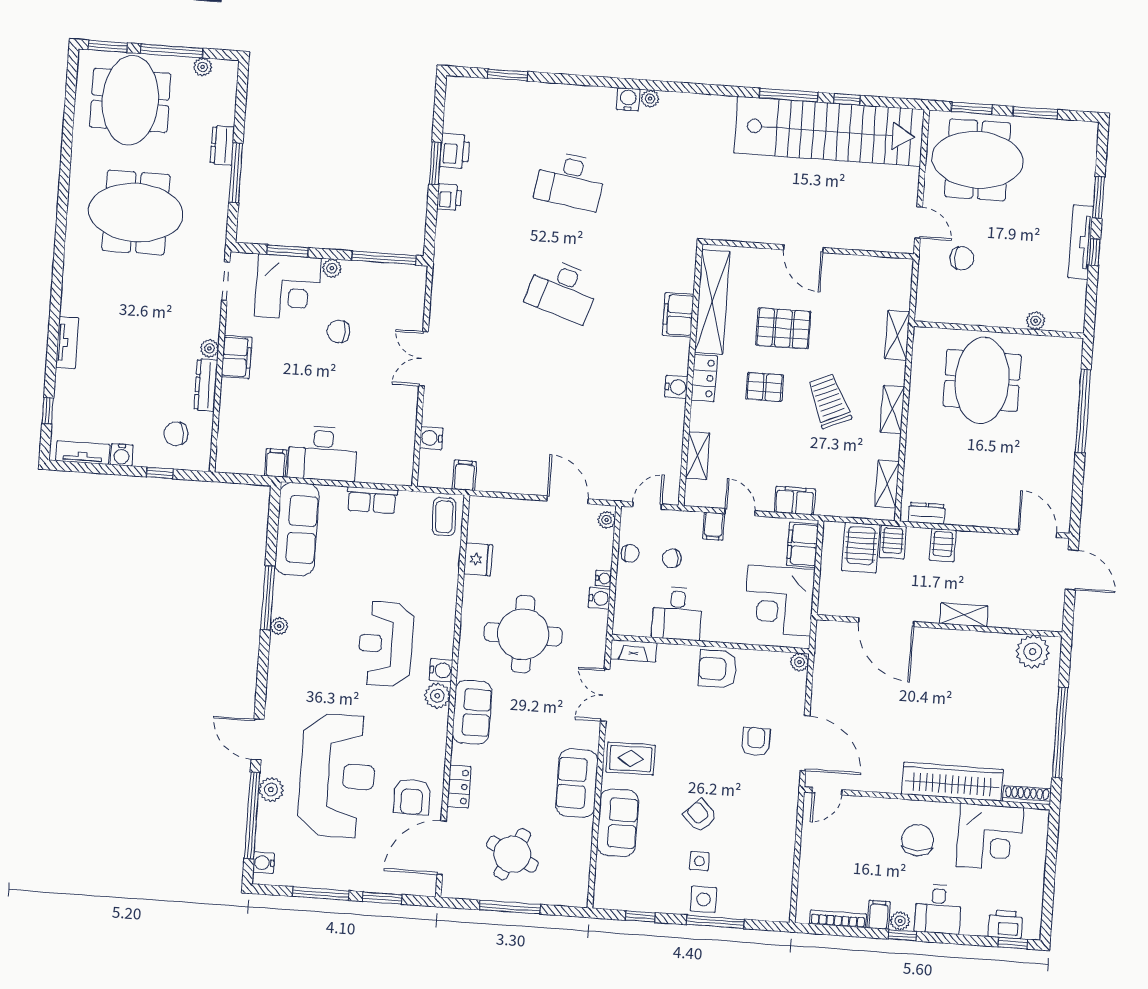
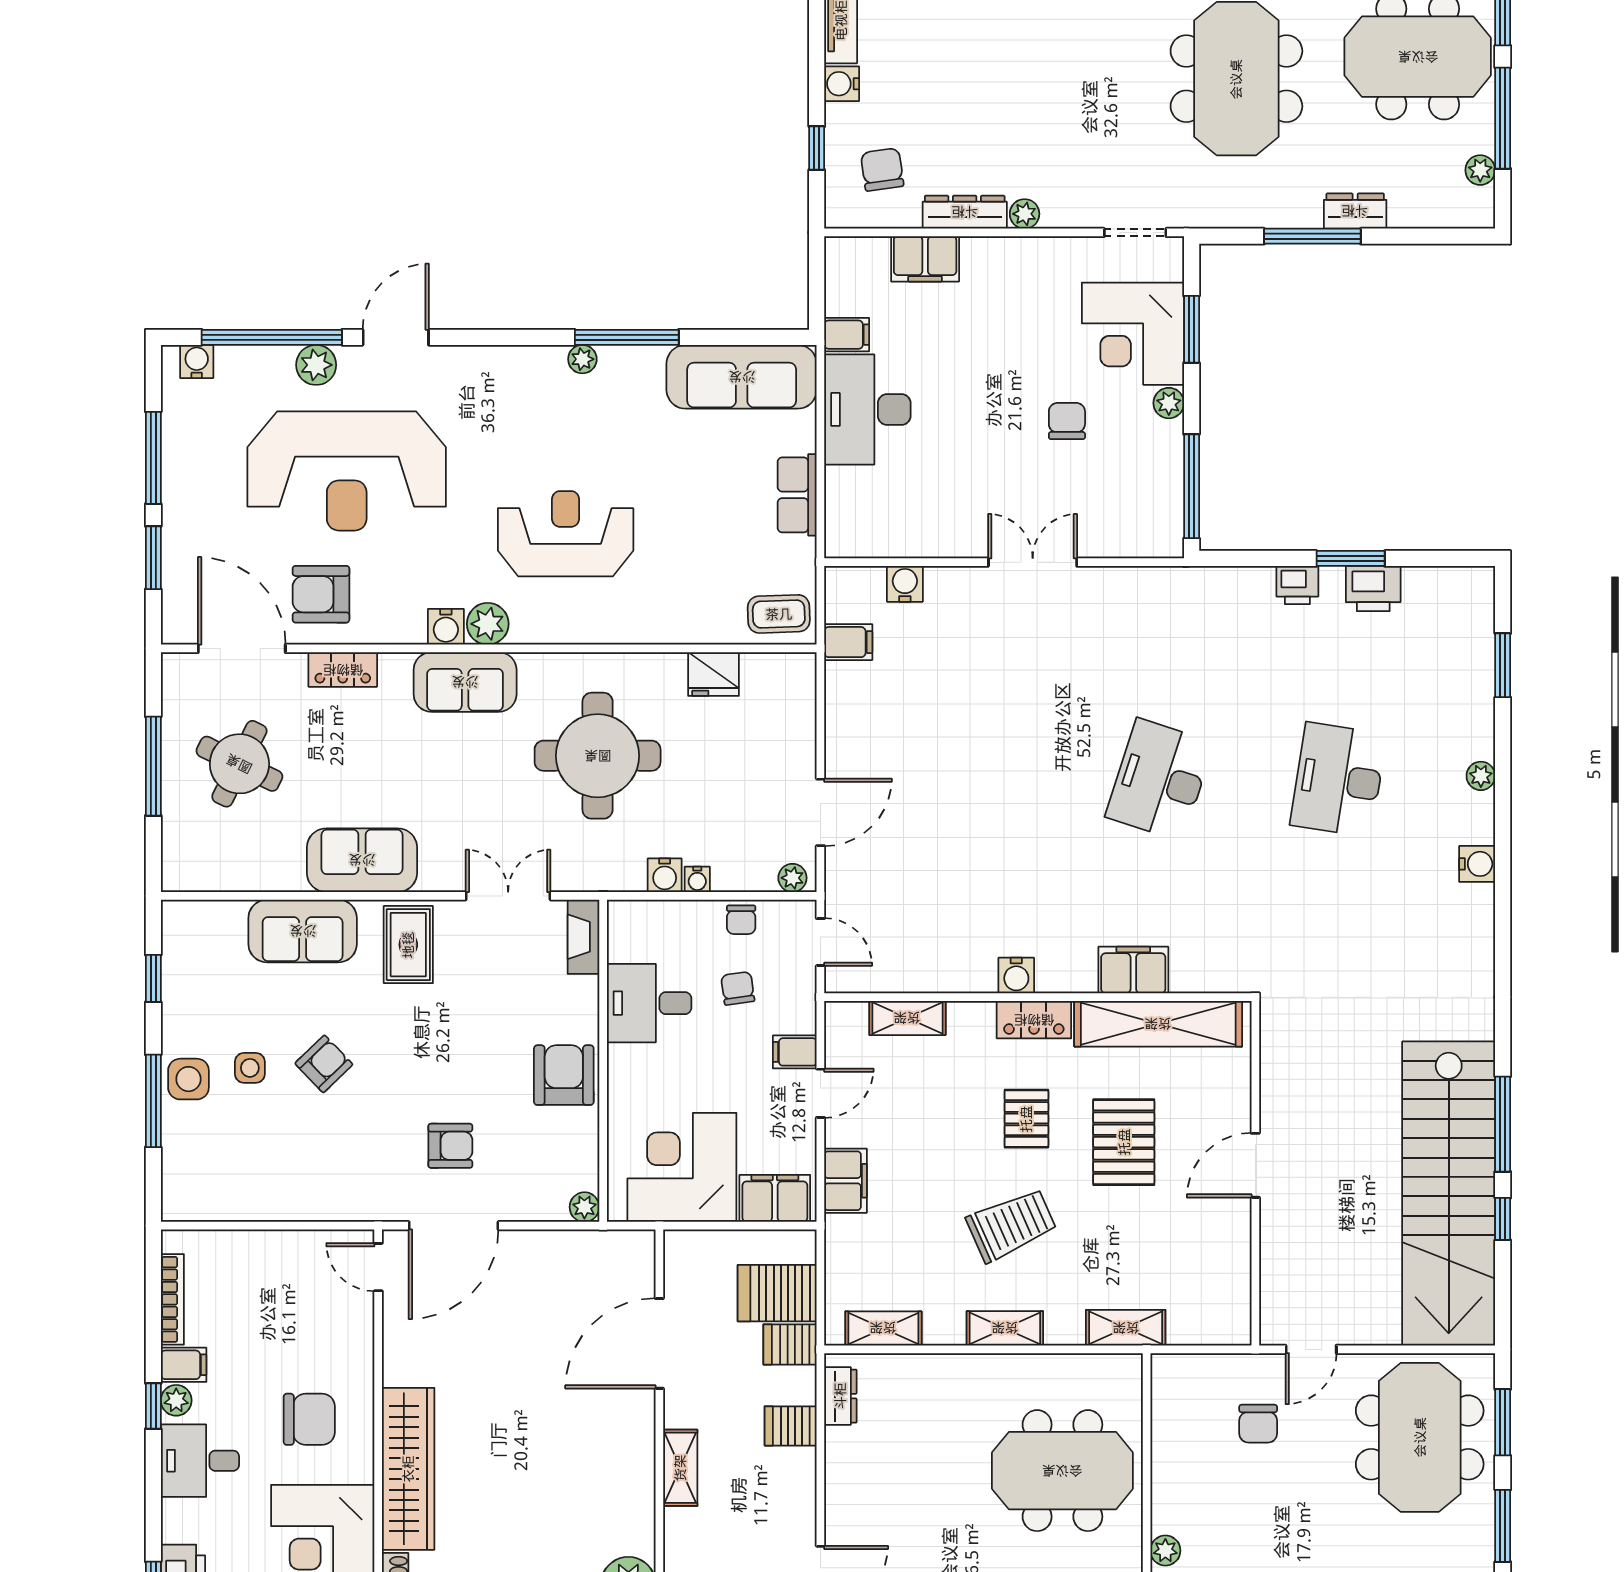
plant: (650, 99) -> (1481, 776), moved
filing cabinet: (237, 357) -> (925, 259), moved
water cooler: (441, 670) -> (446, 627), moved

